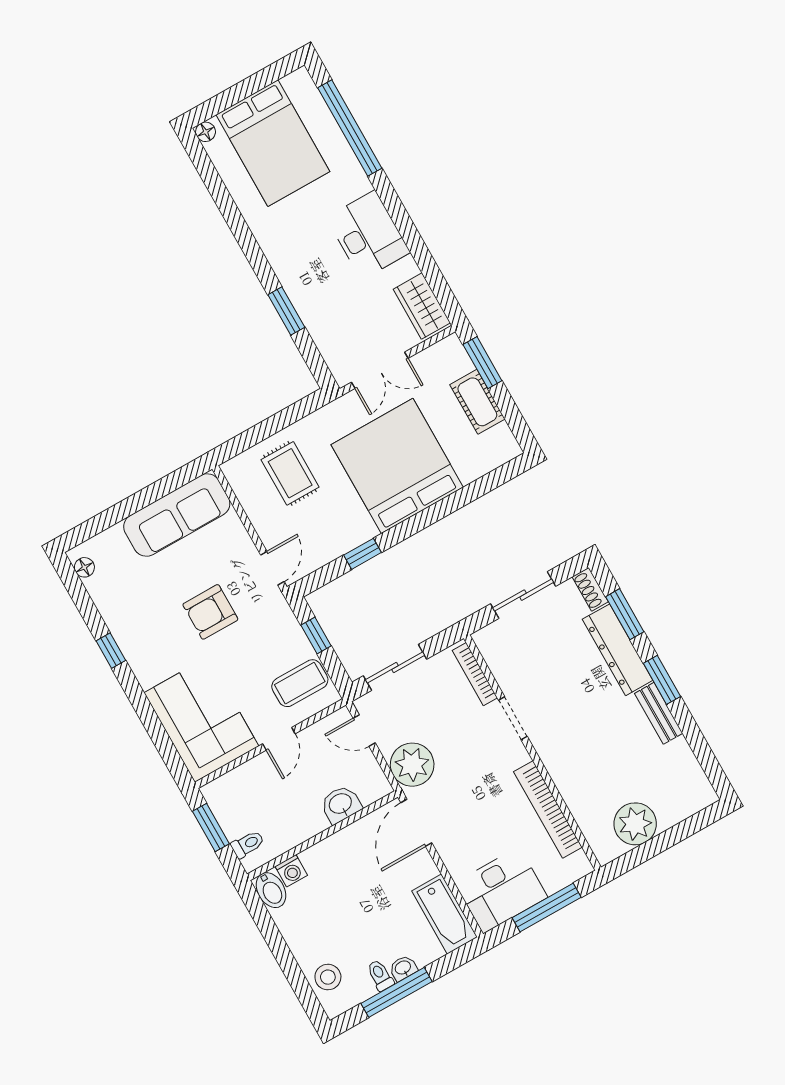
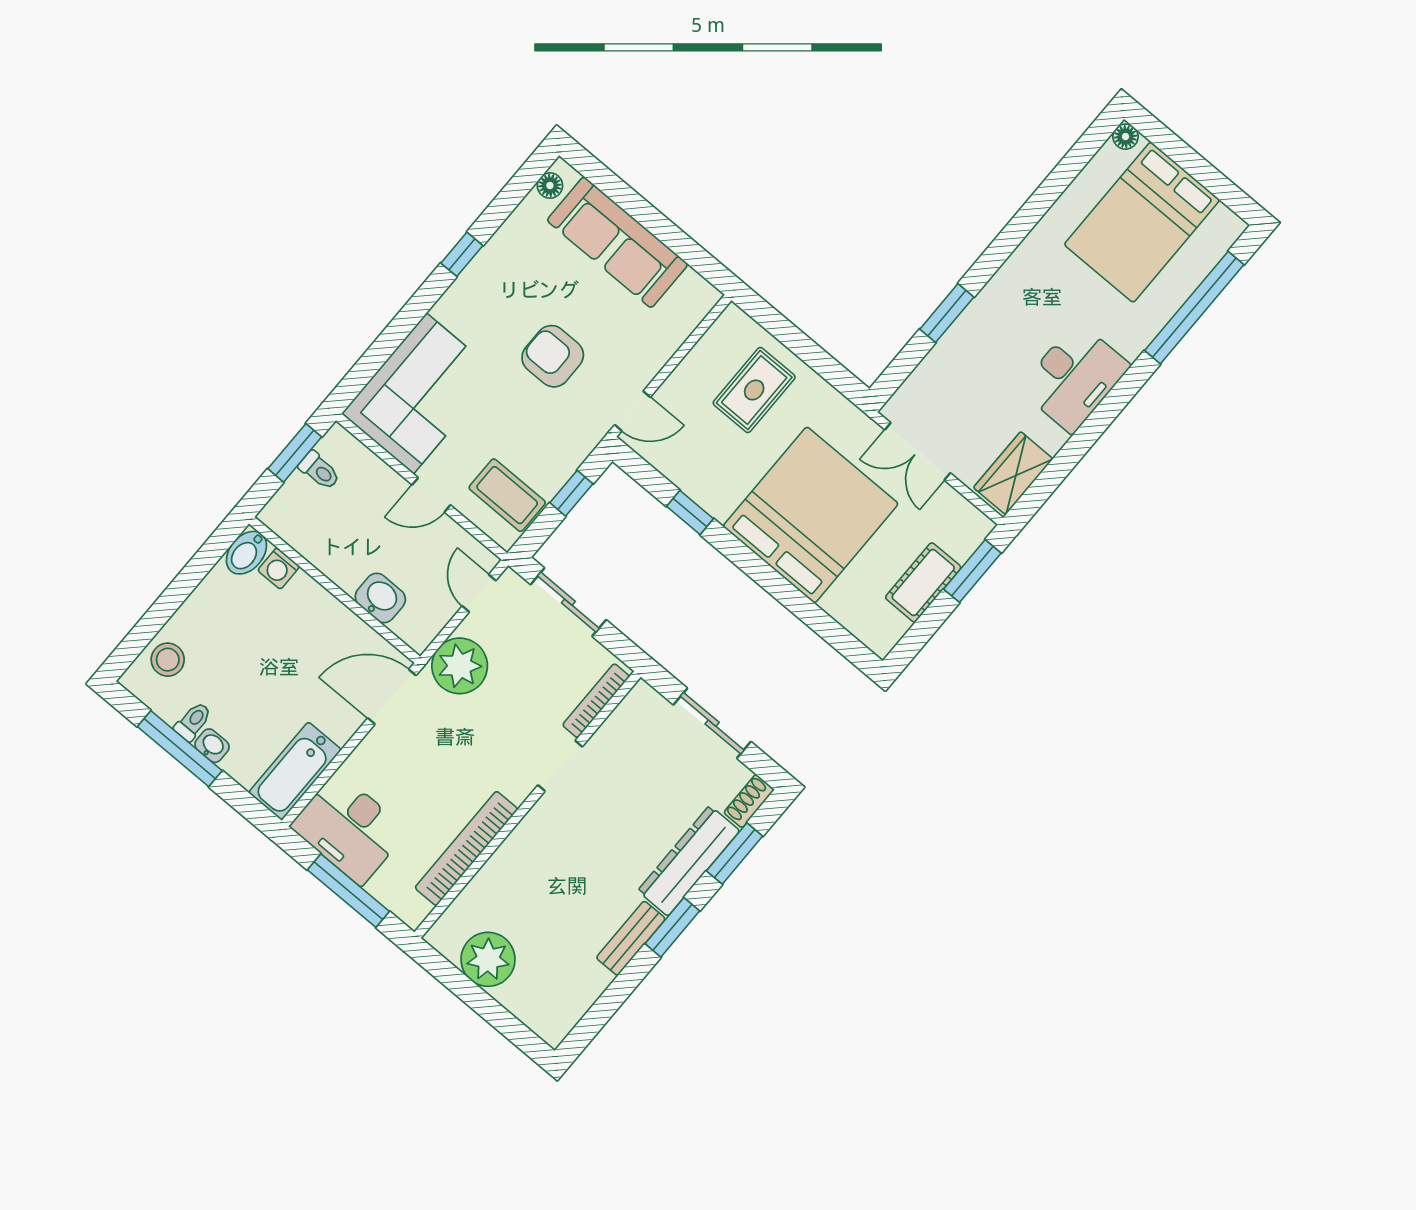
sofa: (177, 515) -> (618, 242), moved
toilet: (248, 844) -> (319, 471), moved

